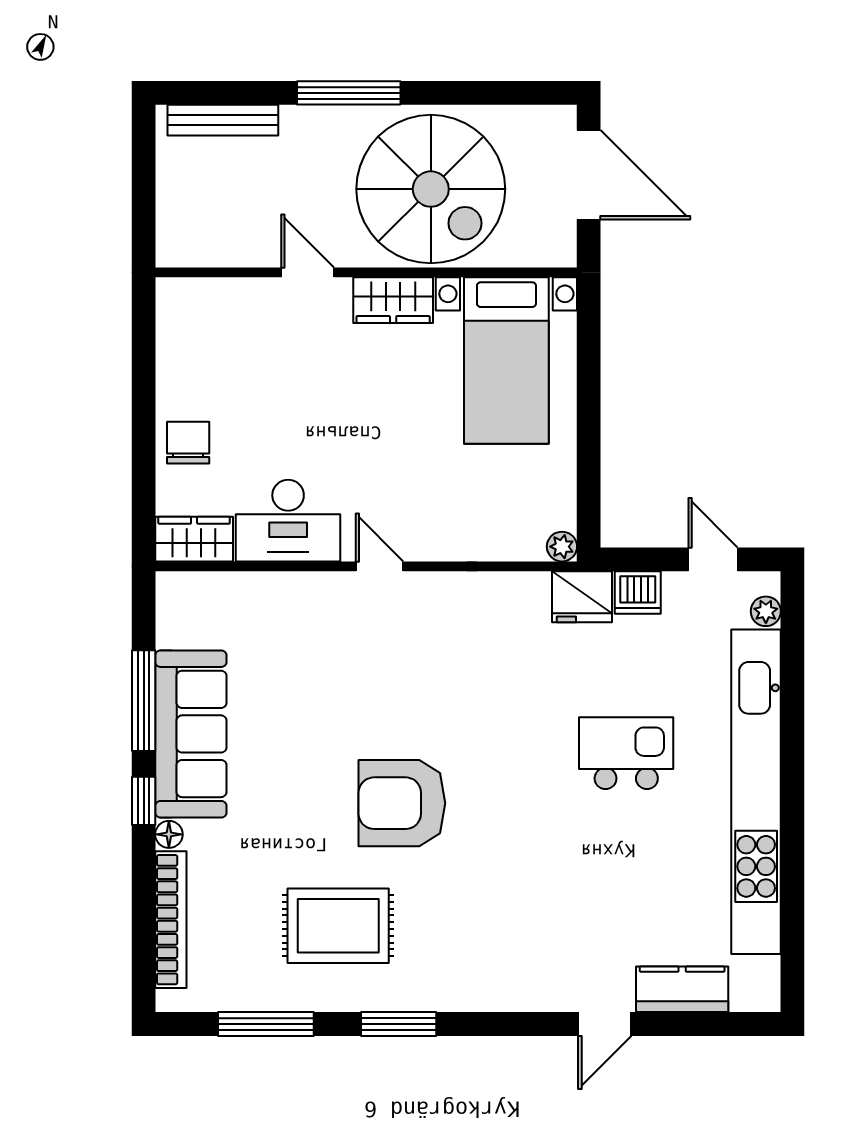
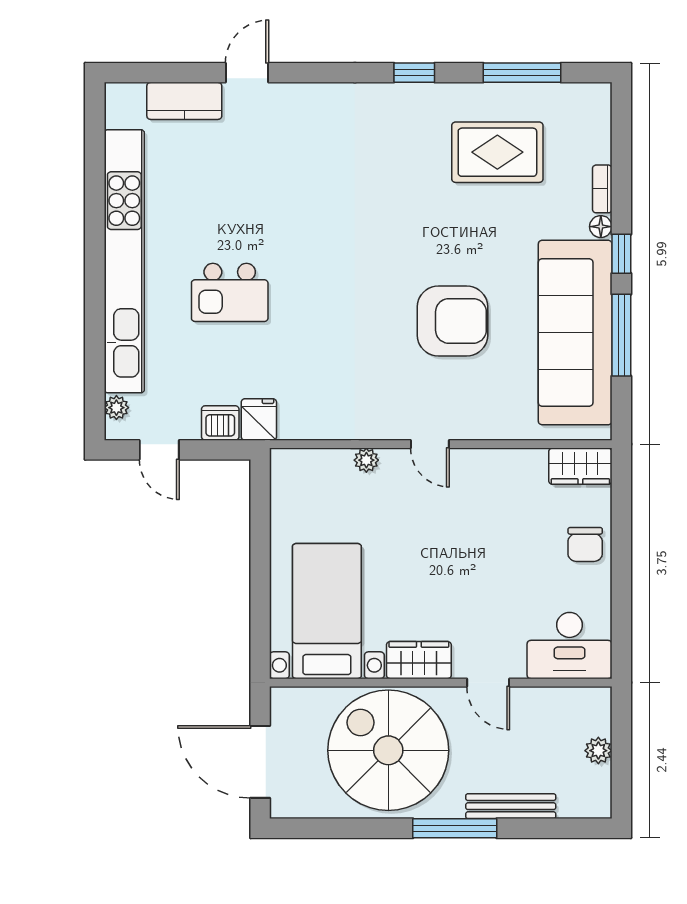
bench: (223, 120) -> (511, 806), moved
plant: (172, 189) -> (598, 751), added
desk: (288, 521) -> (570, 646), moved, turned 180
plant: (562, 547) -> (366, 460), moved
fridge: (582, 597) -> (259, 419), width x0.72
sofa: (191, 734) -> (575, 333), width x1.36, depth x1.27
armchair: (402, 803) -> (453, 321), moved
bookcase: (171, 920) -> (602, 189), width x0.43, depth x0.76
rug: (338, 926) -> (497, 152), moved
window: (399, 1024) -> (414, 73), width x0.67

